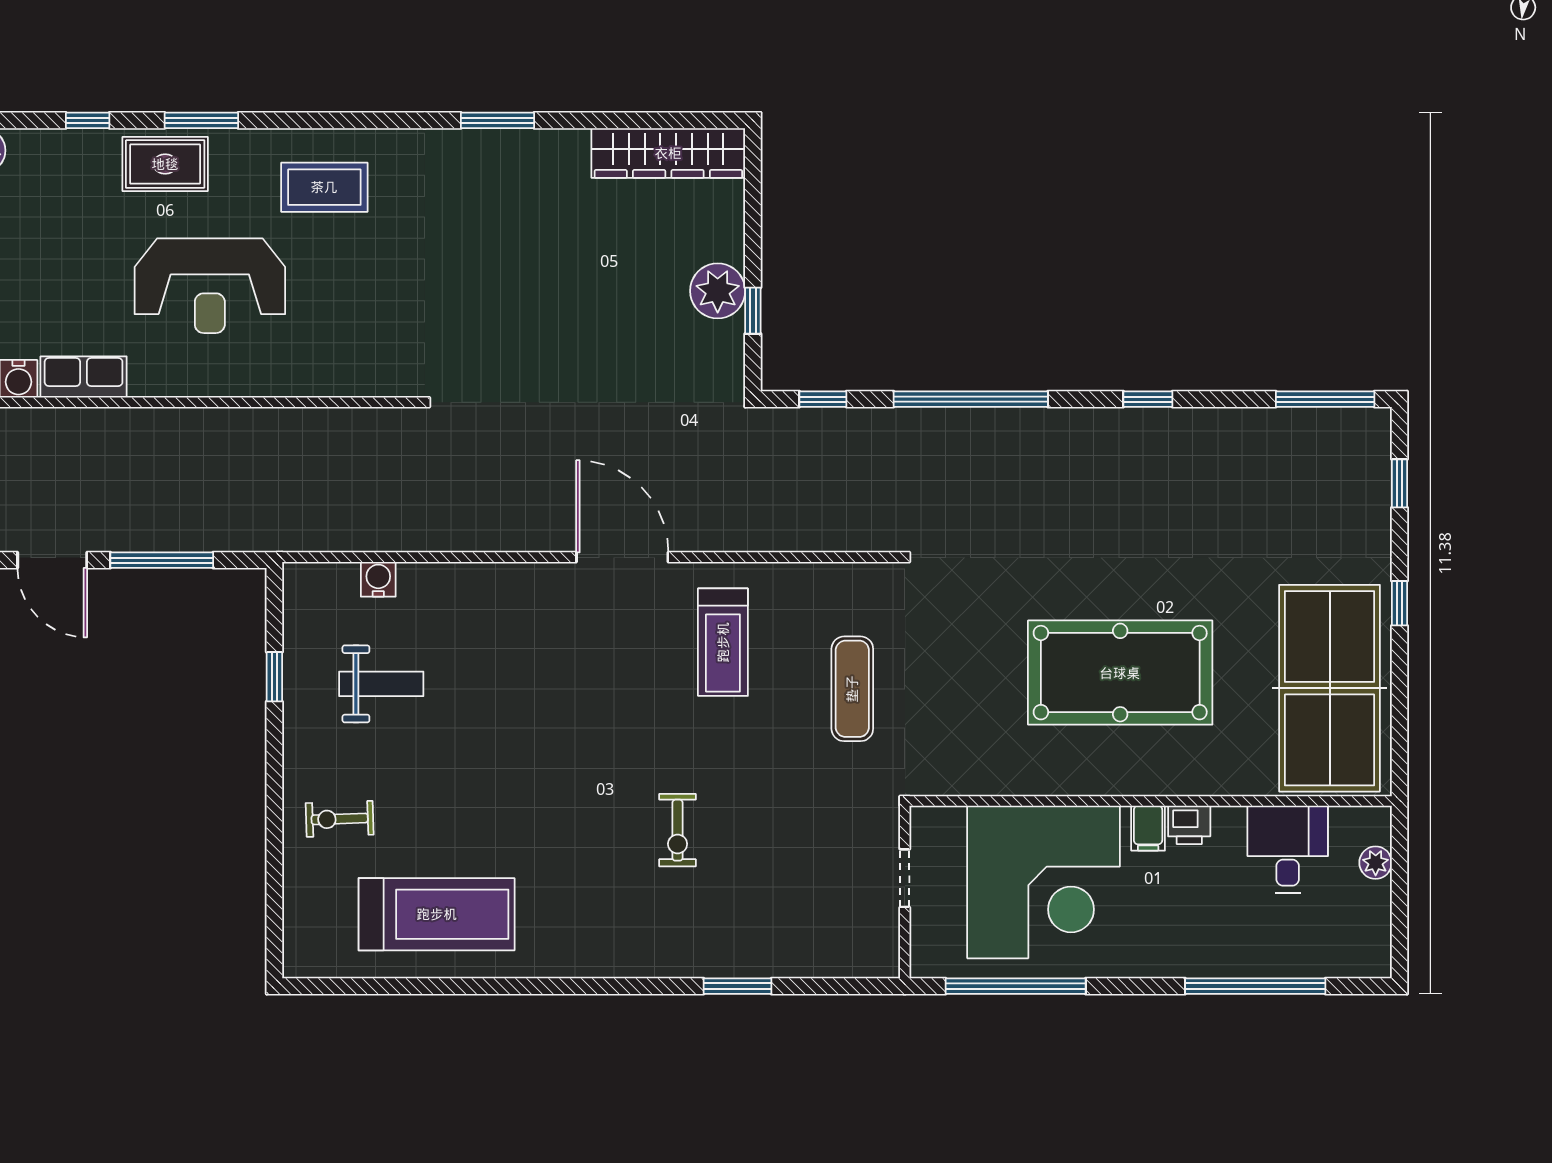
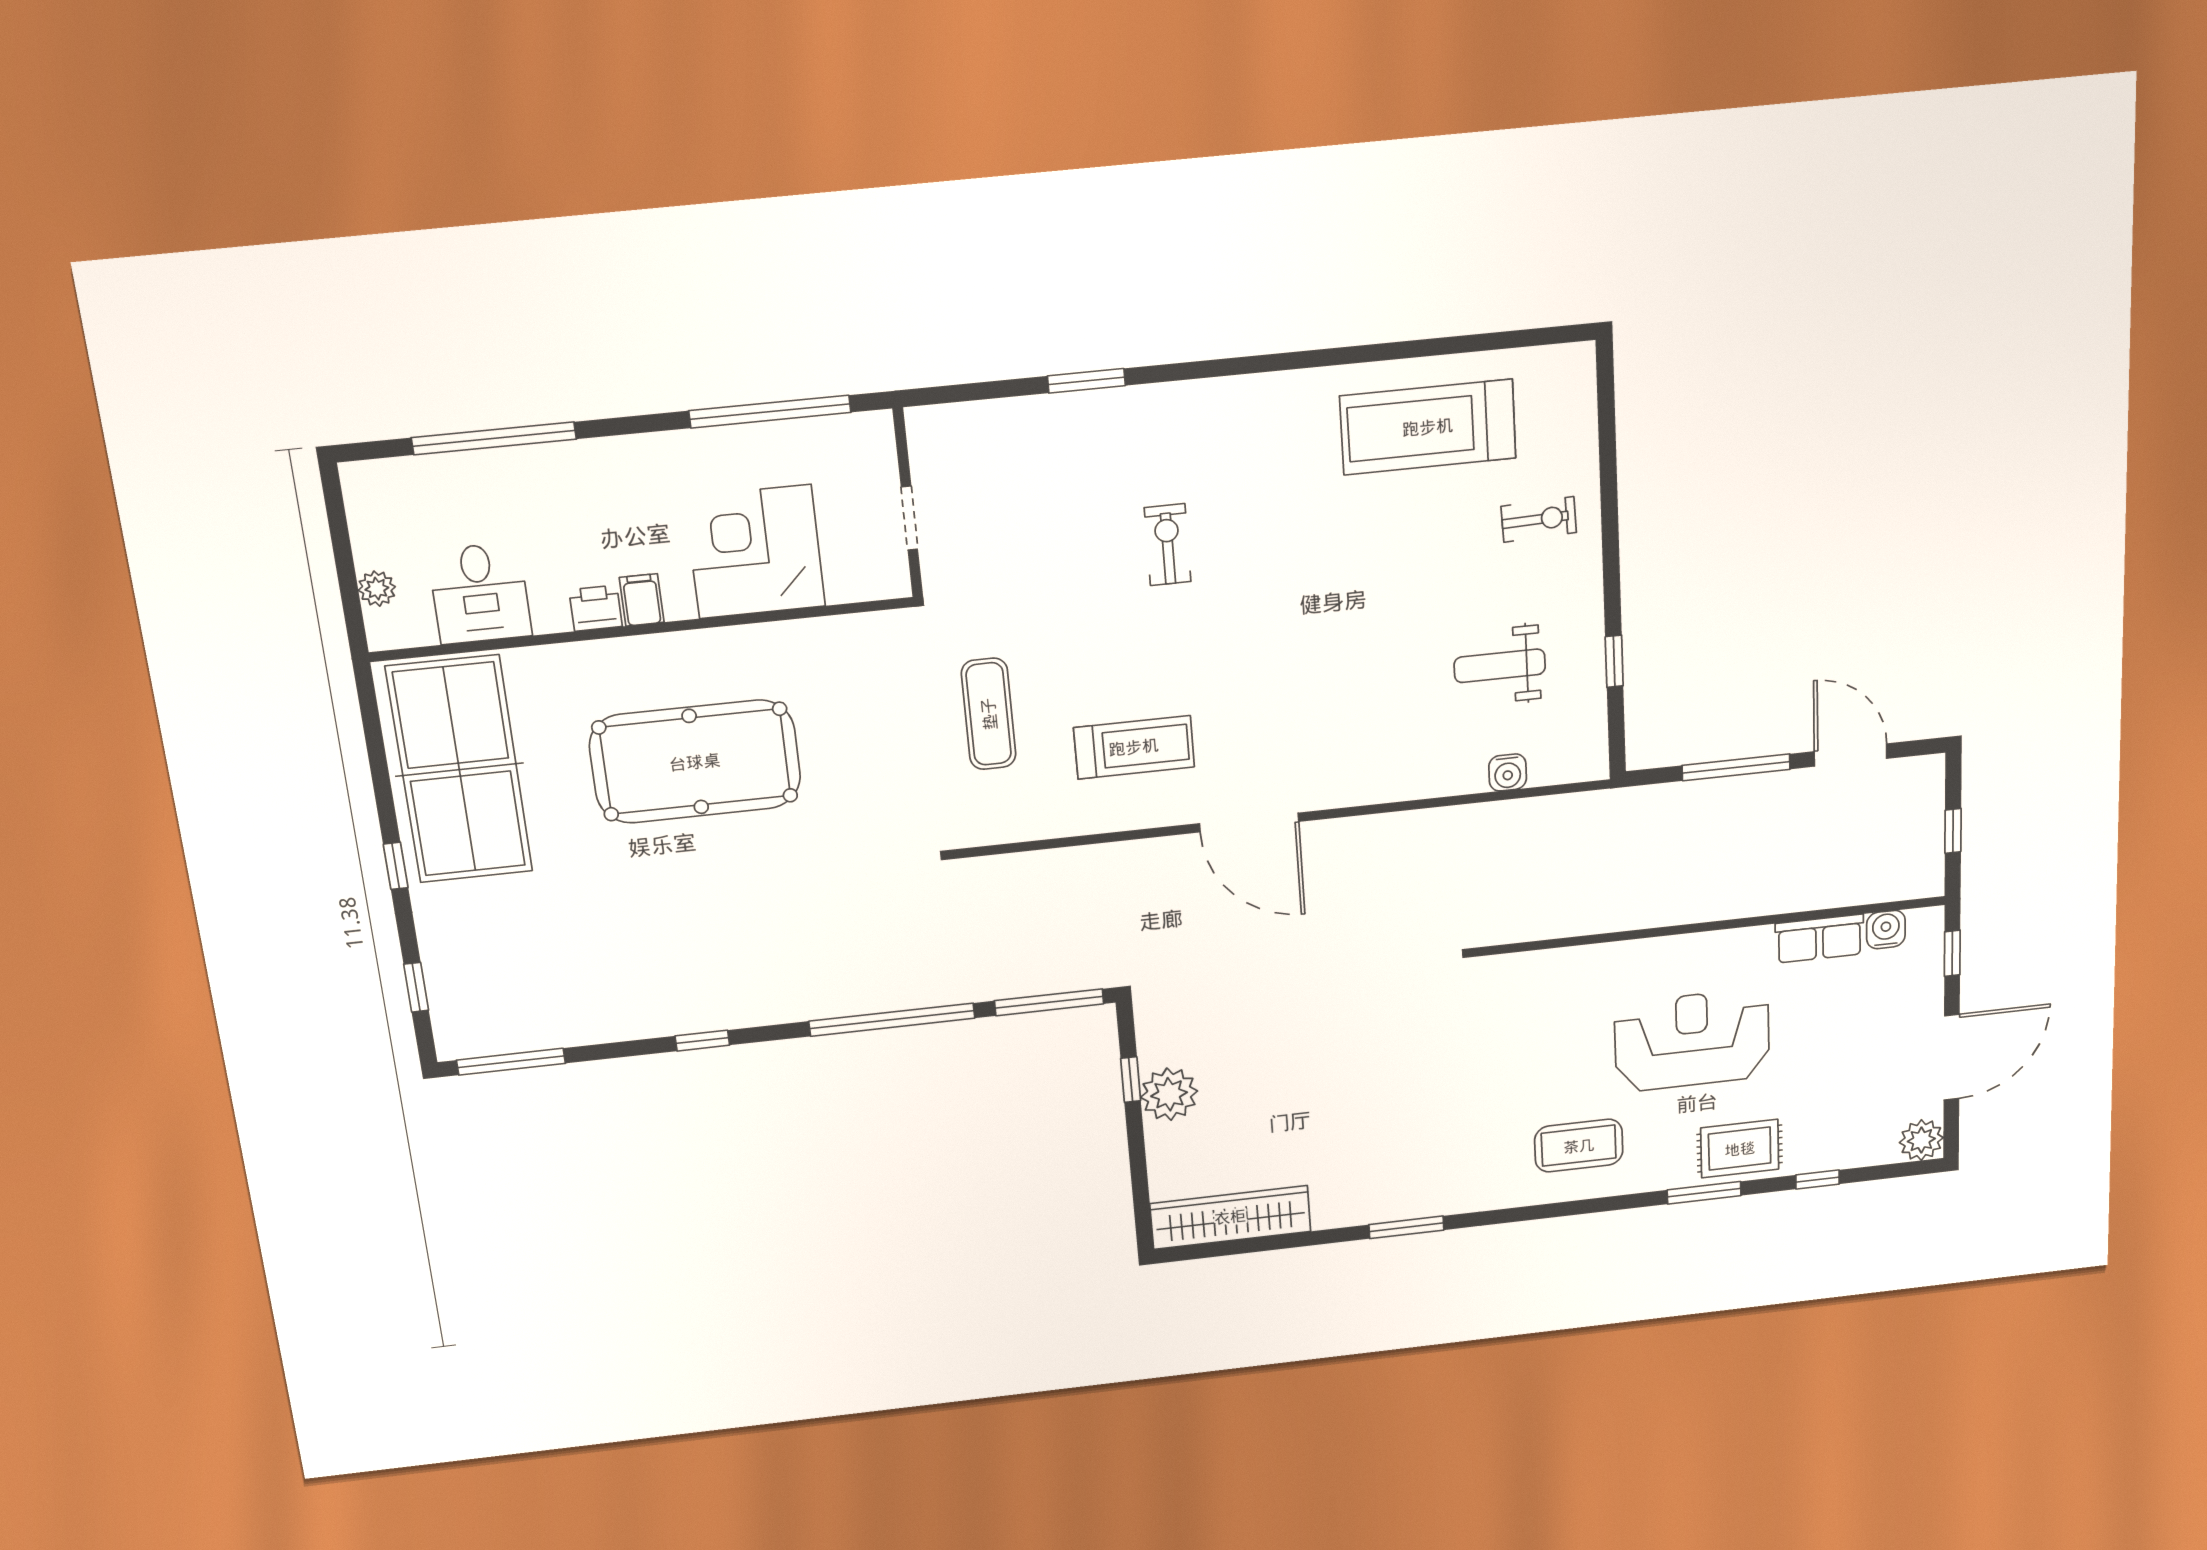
window: (823, 399) -> (1049, 1002), width x2.17
treadmill: (723, 642) -> (1134, 747), turned 90
corner desk: (1044, 882) -> (755, 552), width x0.74, depth x0.74

